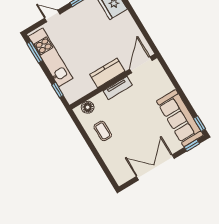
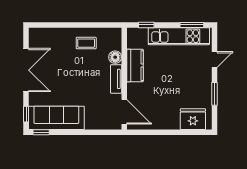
kitchen counter: (107, 73) -> (135, 66), moved
floor lamp: (88, 107) -> (115, 57), moved

